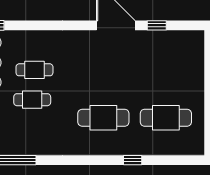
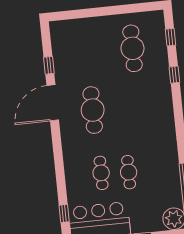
cafe table: (103, 118) -> (93, 110), moved
window: (174, 160) -> (170, 37), added

